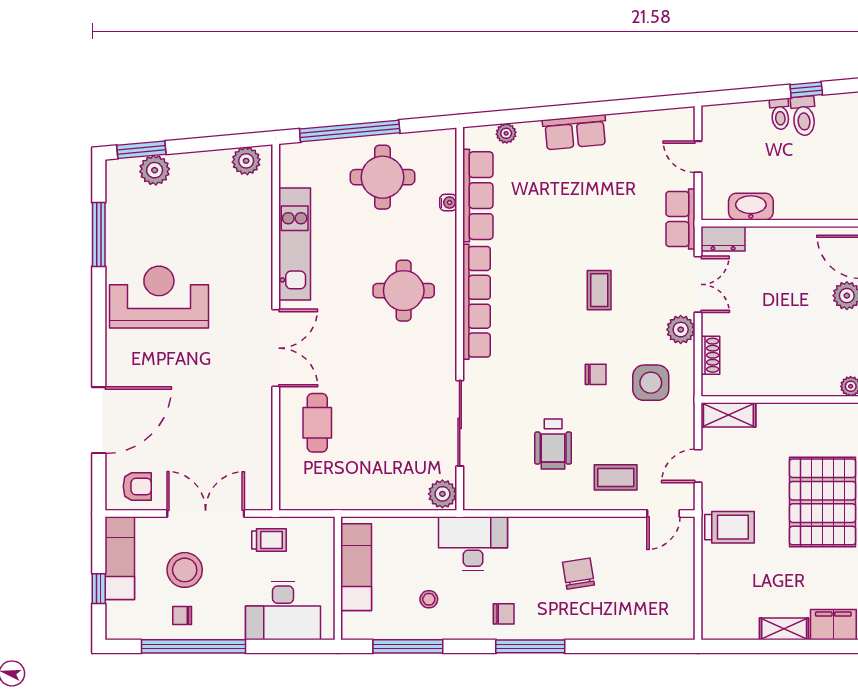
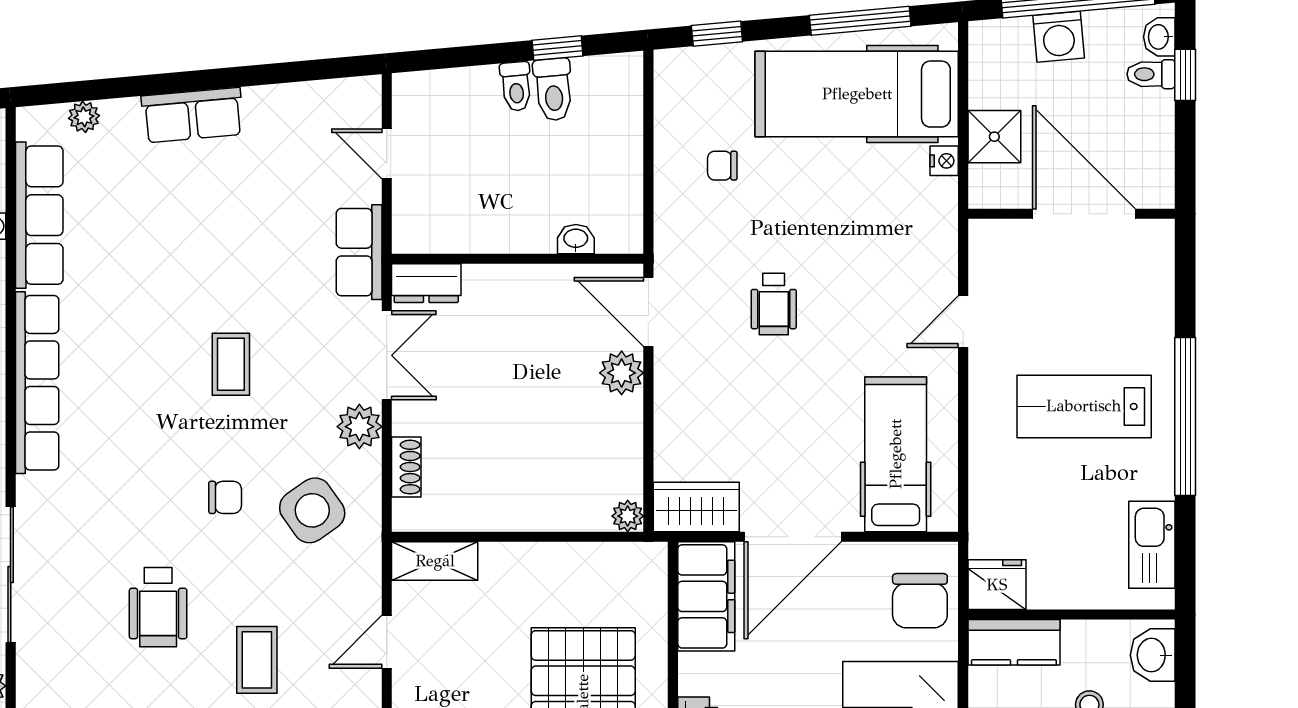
washbasin: (751, 207) -> (576, 239), moved, width x0.52, depth x0.69
side table: (651, 383) -> (312, 510), turned -35
coffee table: (616, 477) -> (257, 660), turned 90

